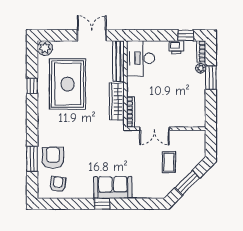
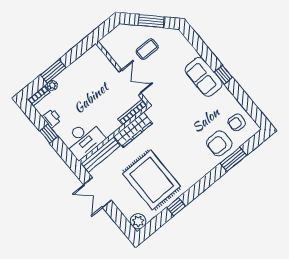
window: (186, 35) -> (49, 134), moved
rug: (68, 84) -> (152, 180), turned 90

